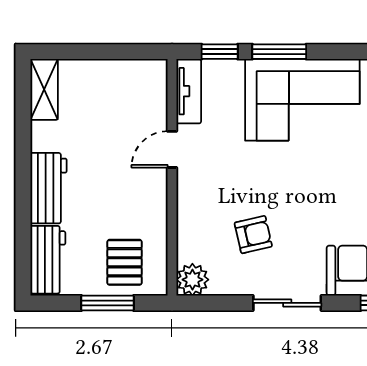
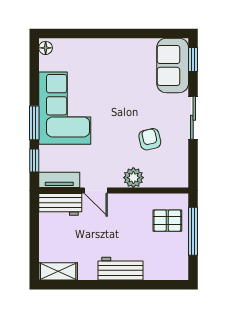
workbench: (48, 260) -> (60, 204), moved, turned 180
plant: (192, 280) -> (133, 178), moved
window: (108, 303) -> (193, 231), width x1.44

